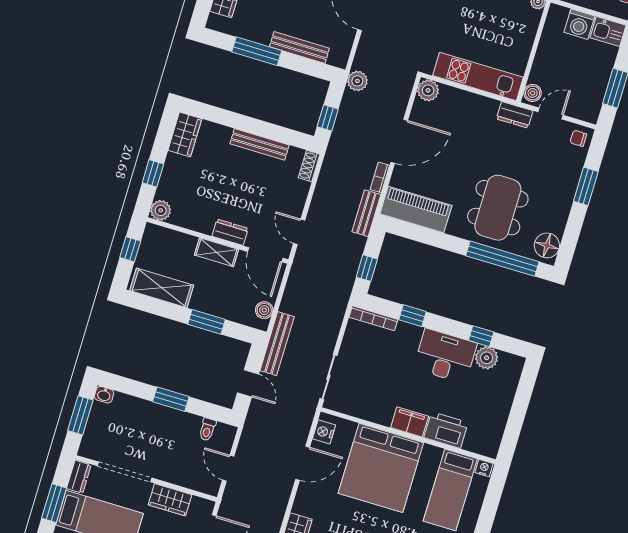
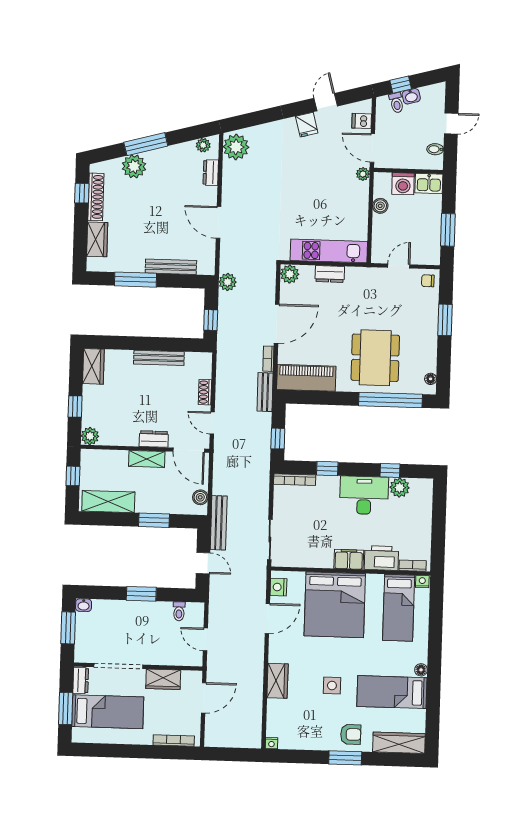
boiler: (533, 93) -> (380, 206), moved
dresser: (515, 115) -> (330, 274), moved
shoe rack: (309, 166) -> (205, 392), moved
floor lamp: (547, 245) -> (431, 379), width x0.53, depth x0.53
bookcase: (478, 448) -> (413, 566), added

